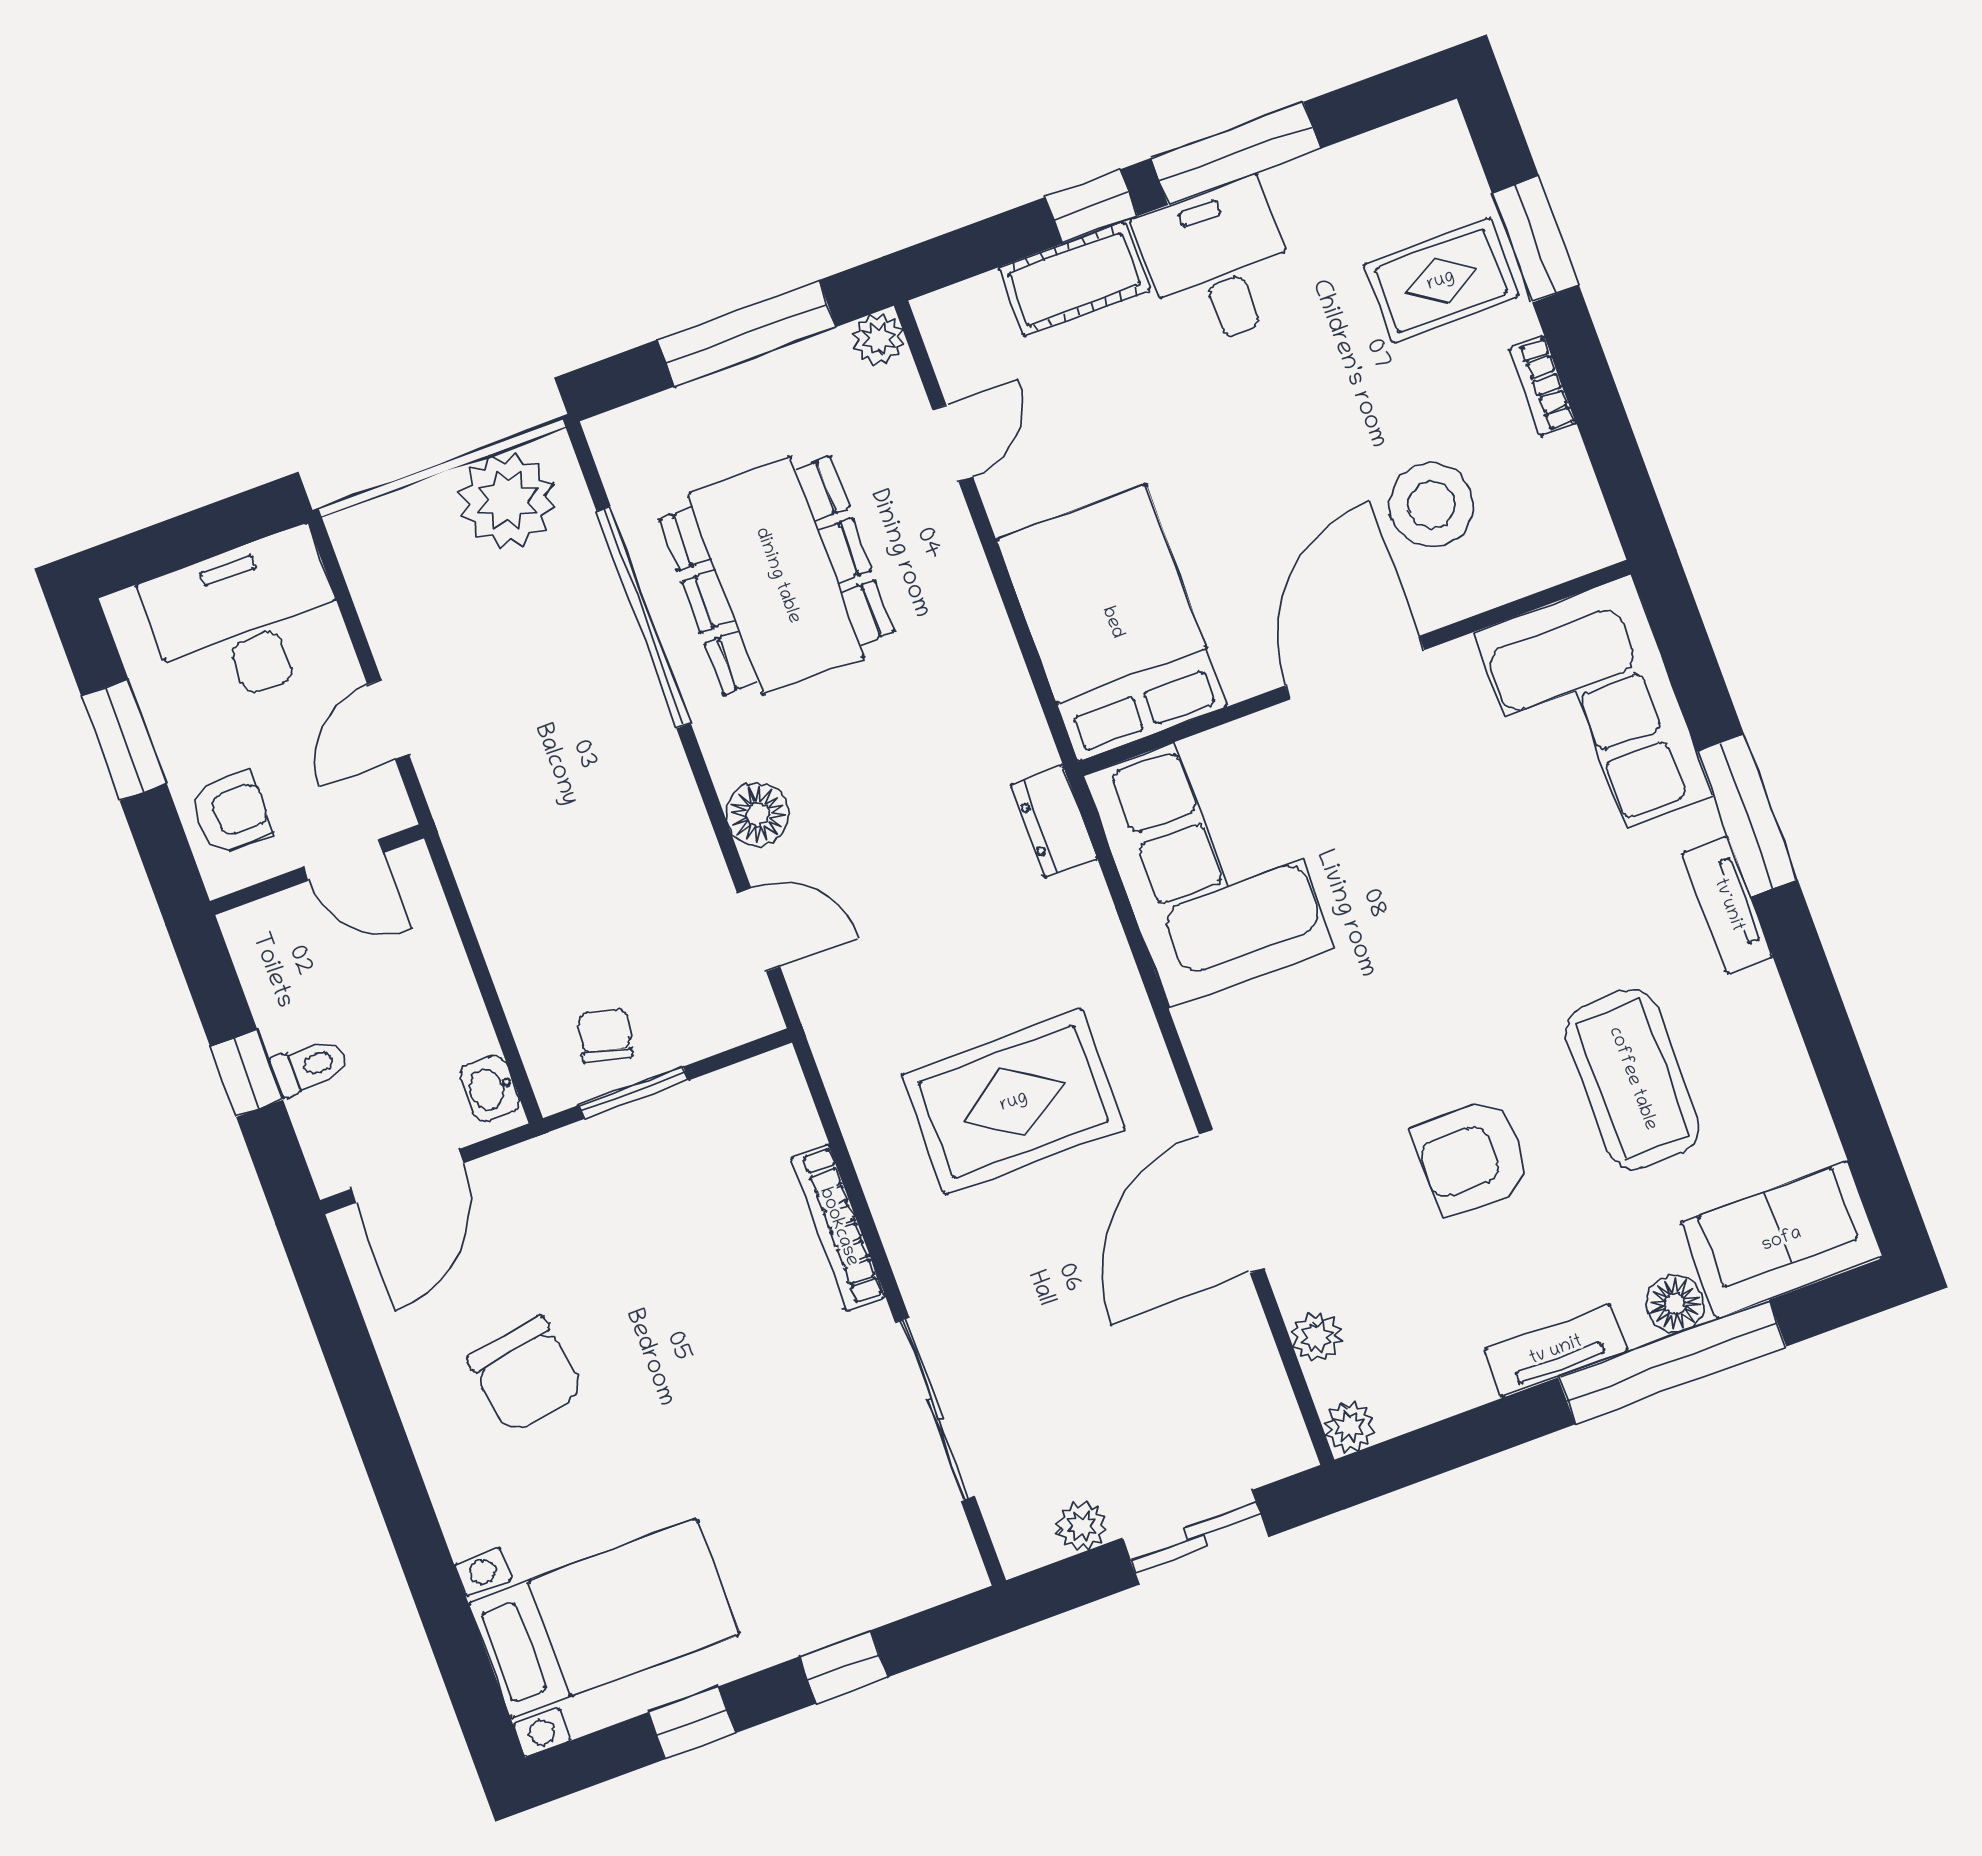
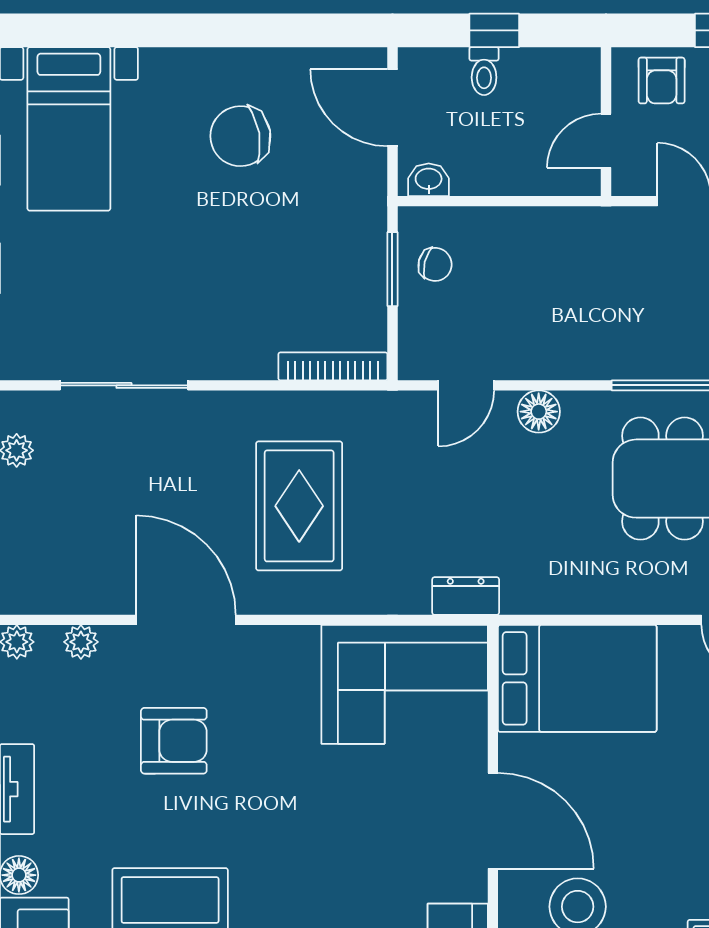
armchair: (1472, 1157) -> (174, 741), moved, turned 90
bookcase: (838, 1227) -> (333, 366), moved

